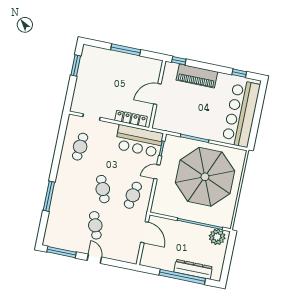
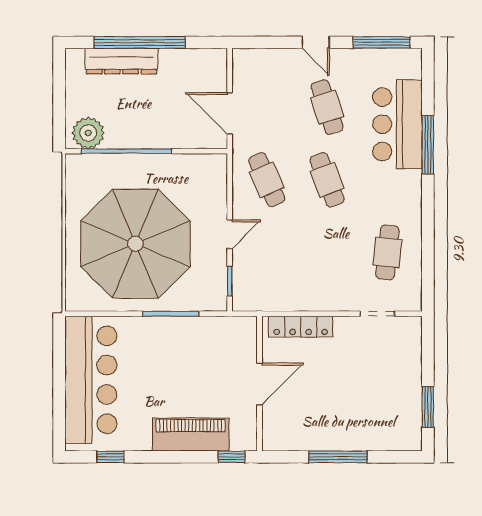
bar counter: (139, 141) -> (397, 124), moved, turned -90
cafe table: (133, 195) -> (267, 180), turned -36

